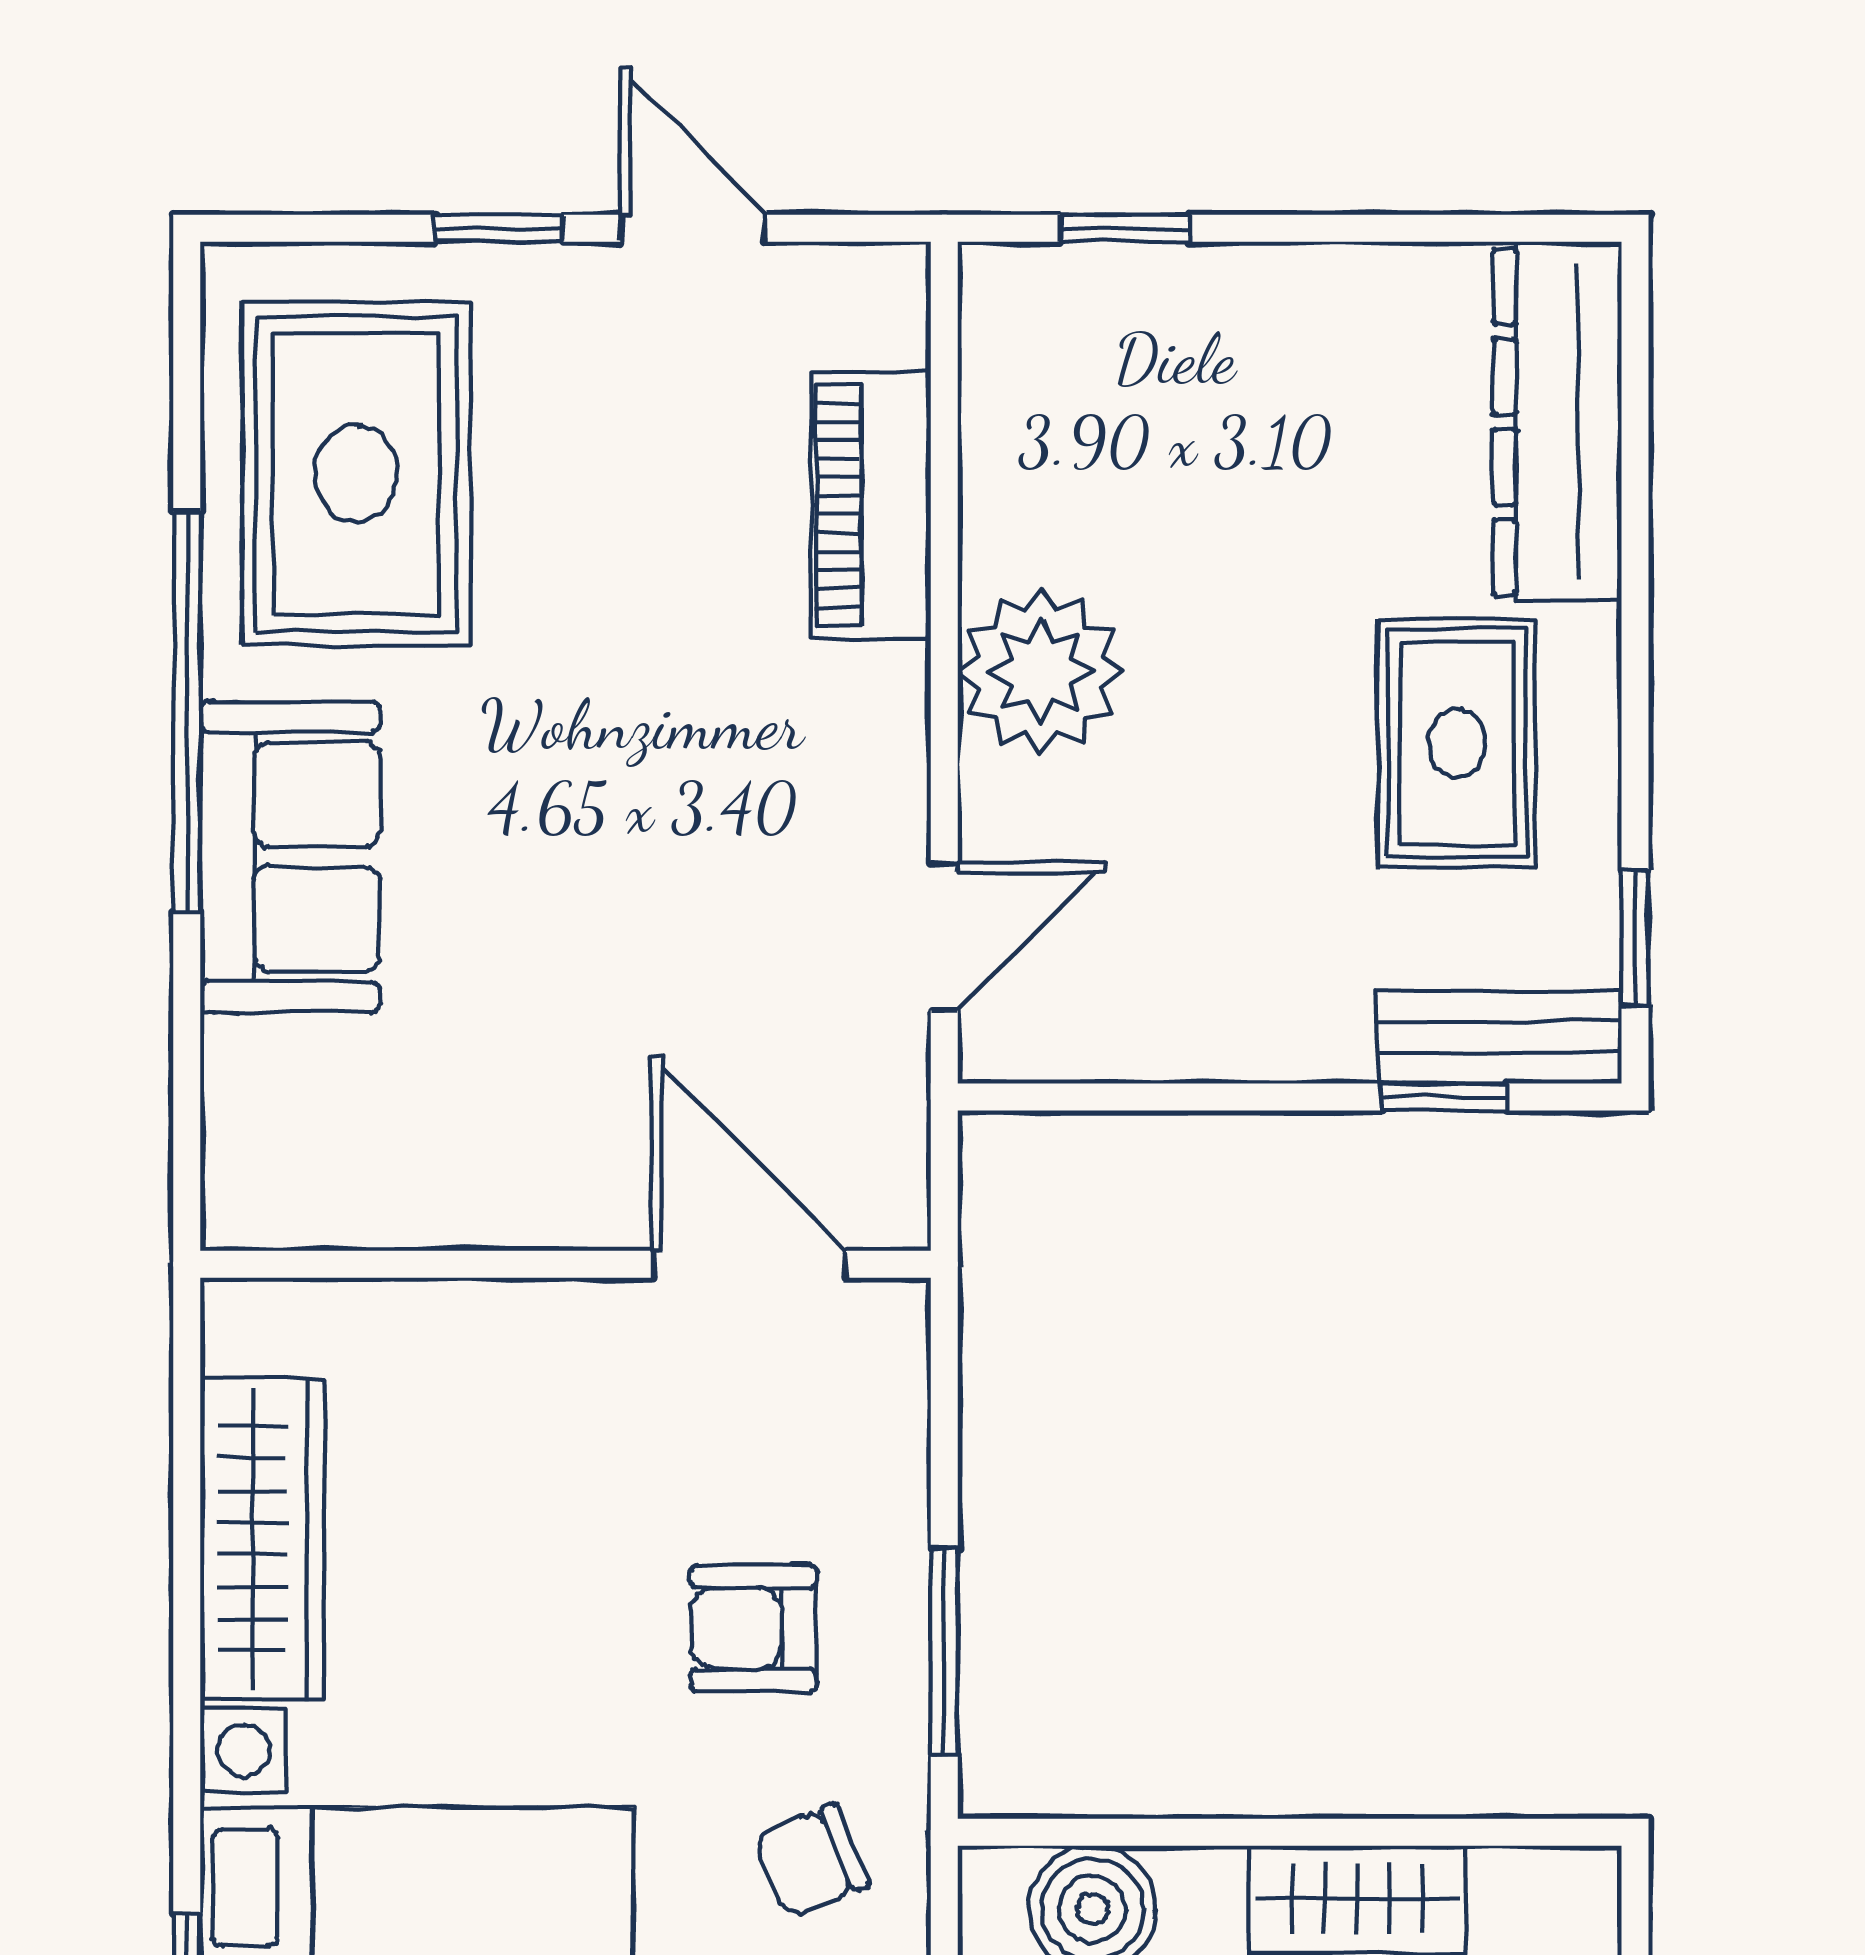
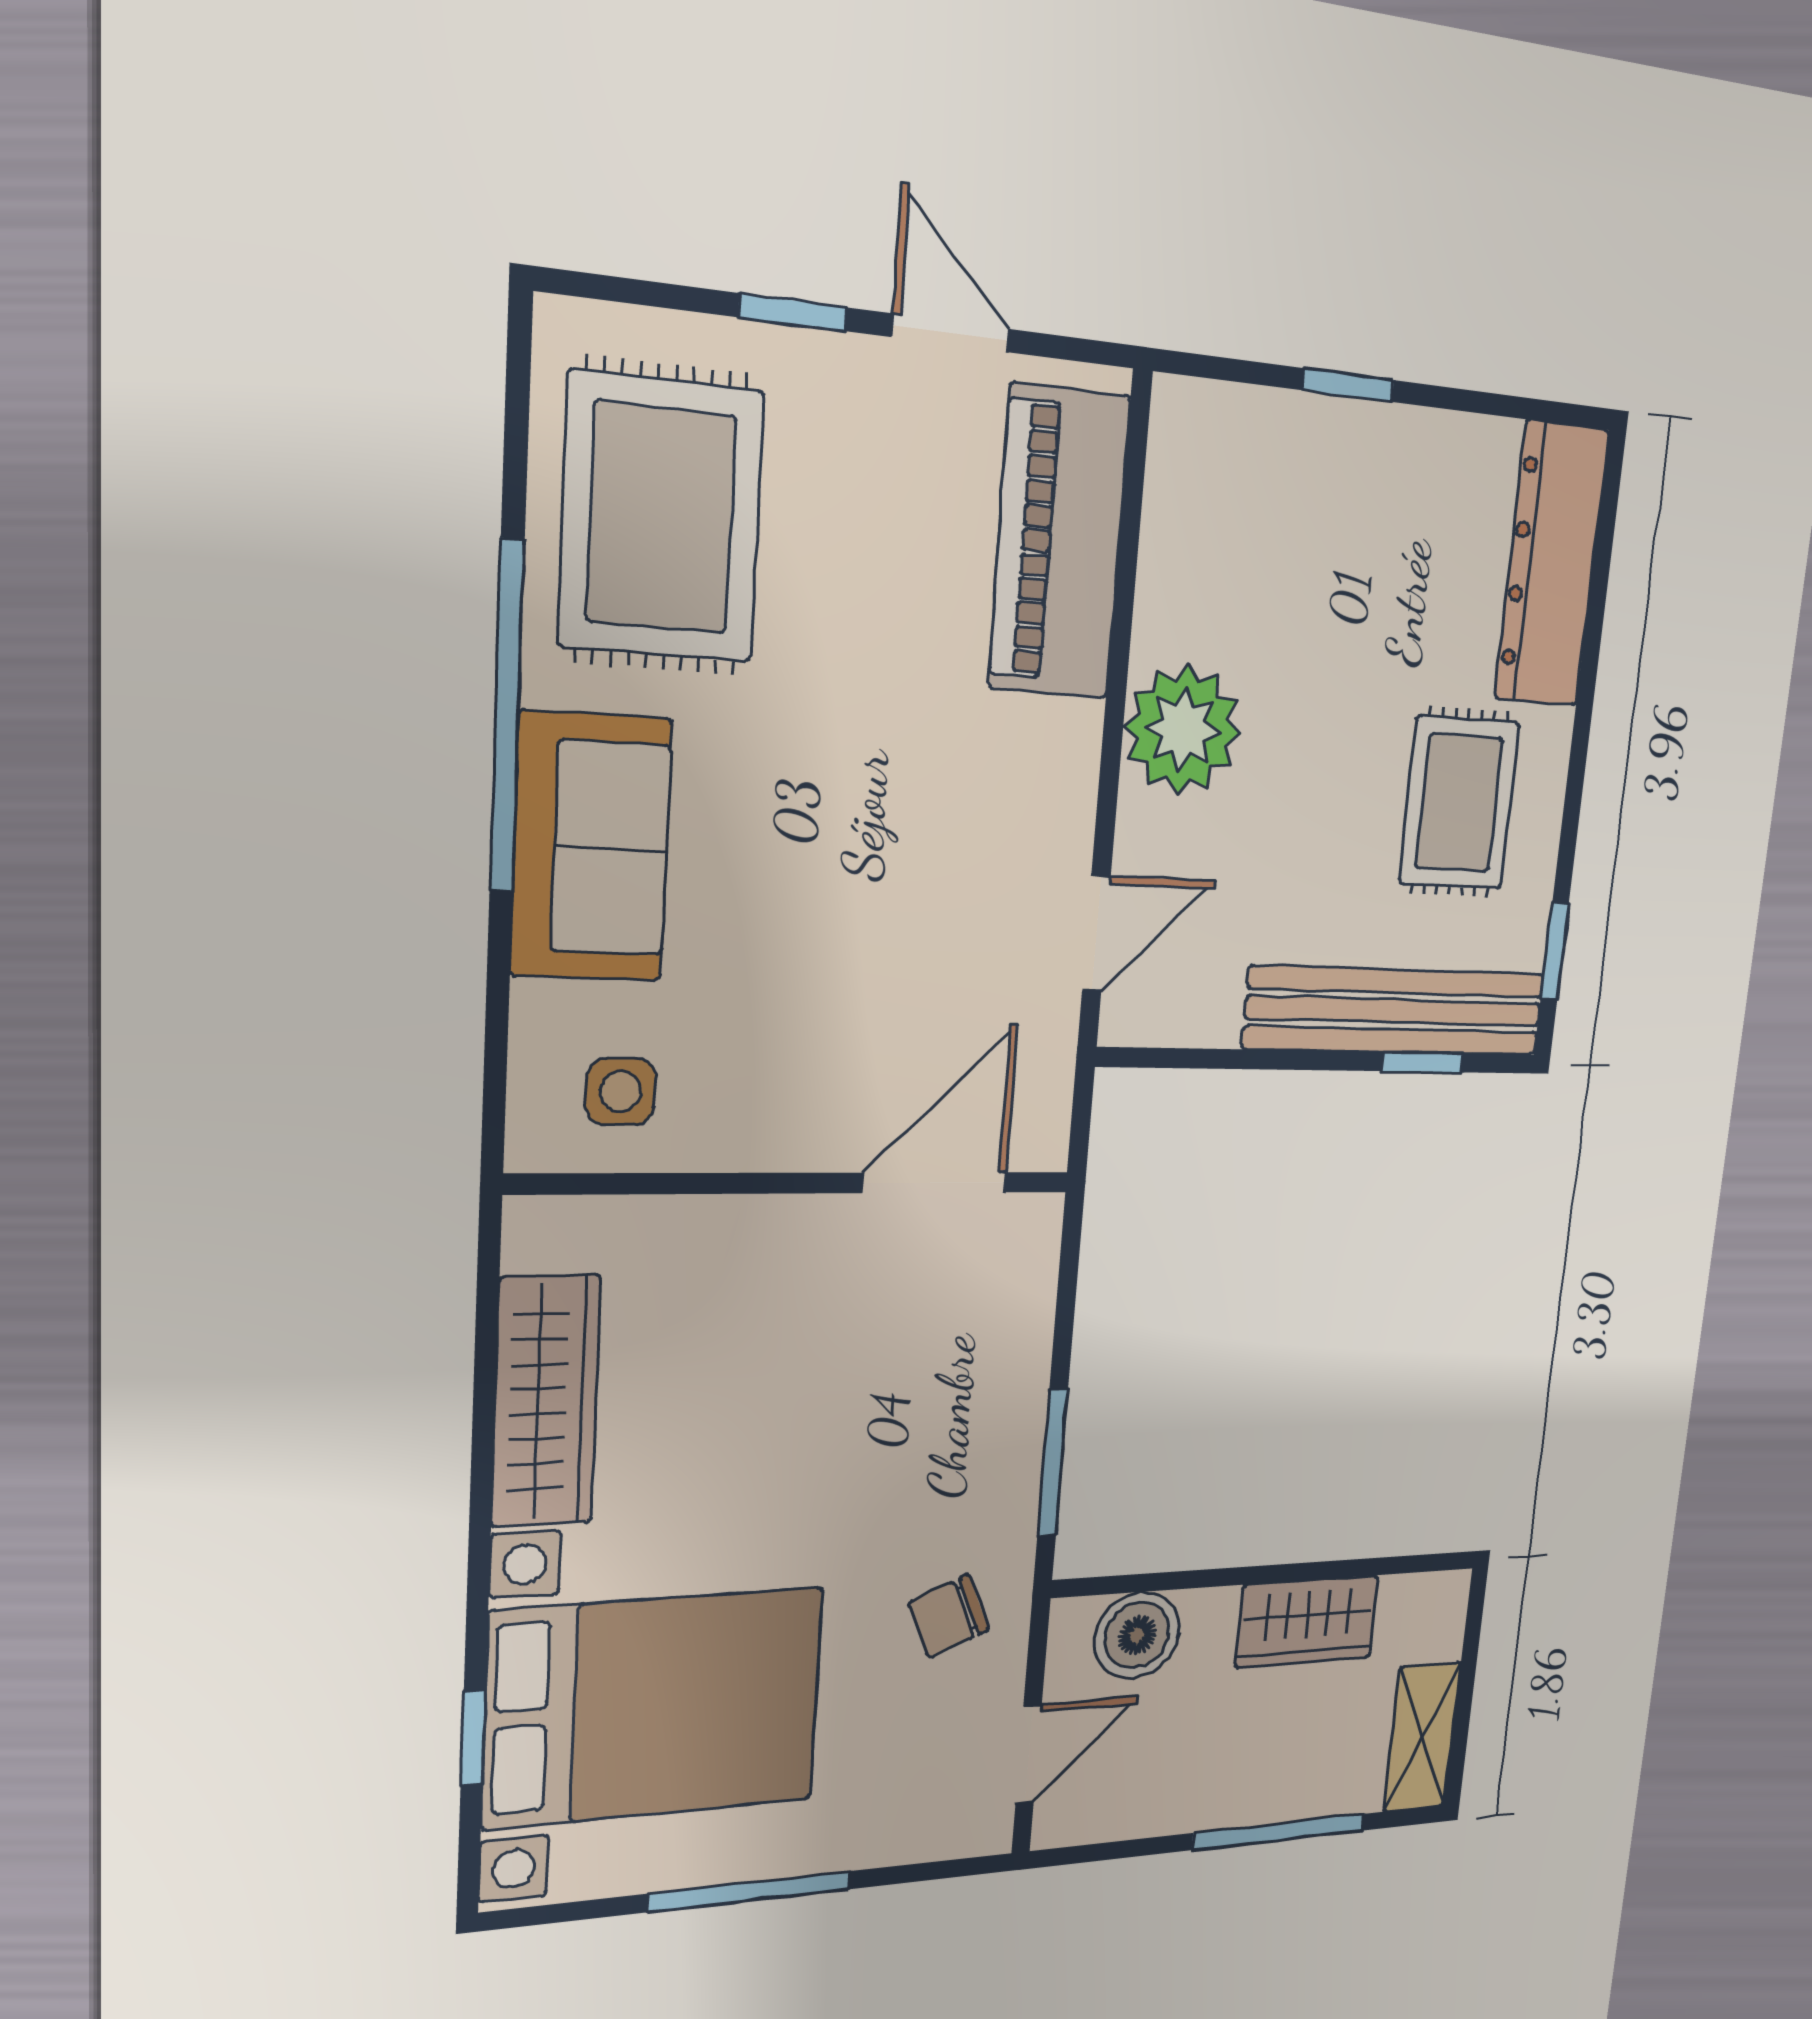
window: (1125, 228) -> (1348, 385), moved
piano: (871, 505) -> (1059, 543), width x1.37, depth x1.33
bench: (1499, 1037) -> (1396, 1011), width x1.86, depth x1.21
side table: (338, 1149) -> (621, 1092), added
door: (749, 1264) -> (935, 1183), hinge flipped
armchair: (754, 1628) -> (919, 1453), removed

